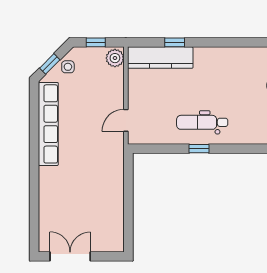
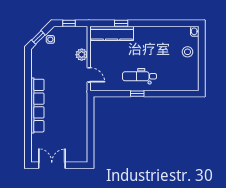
plant: (115, 58) -> (82, 55), moved
door: (126, 120) -> (89, 75), swing flipped
row of seats: (48, 124) -> (37, 106), moved

